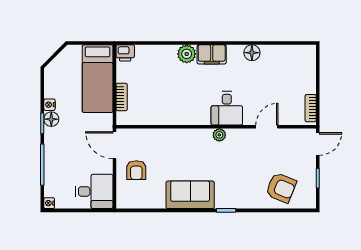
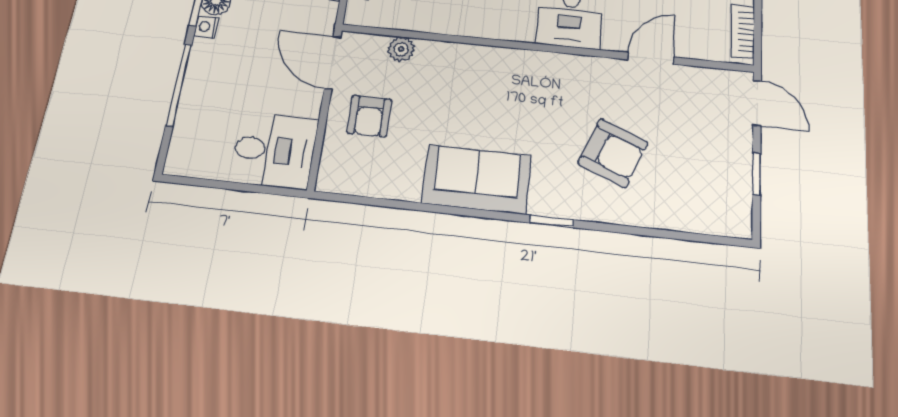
plant: (219, 135) -> (401, 49), moved
door: (318, 144) -> (757, 103), hinge flipped
armchair: (281, 188) -> (613, 153), moved
nightstand: (49, 203) -> (206, 27), moved

